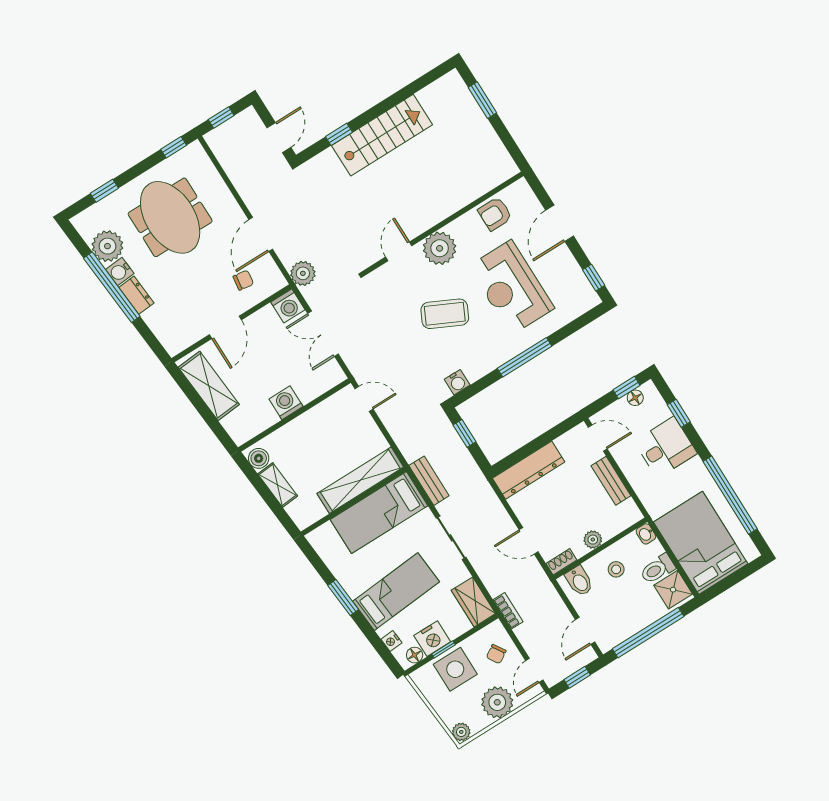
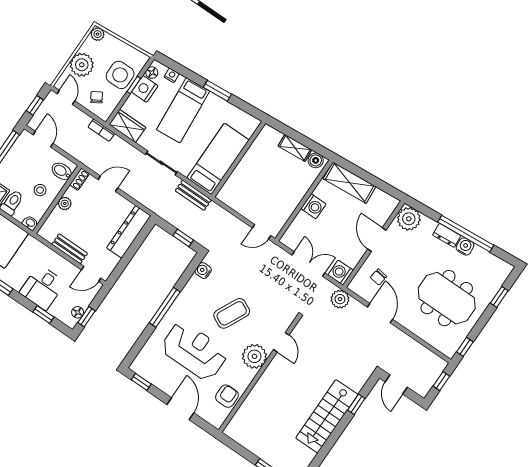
plant: (107, 246) -> (409, 219), moved
shelving: (209, 386) -> (350, 183), moved
shelving: (360, 480) -> (240, 175), removed

